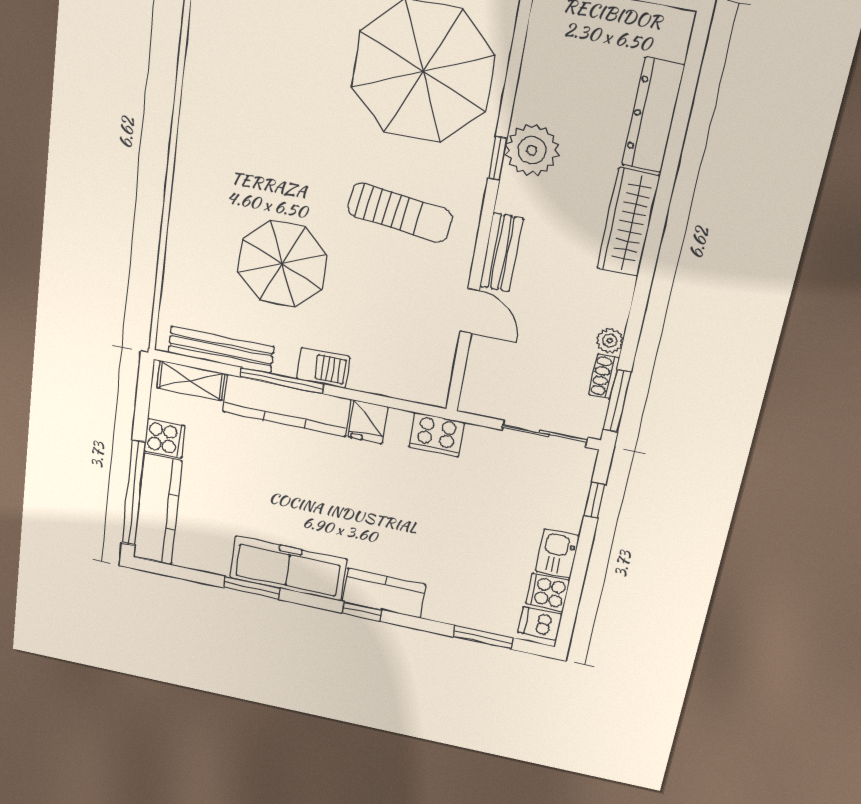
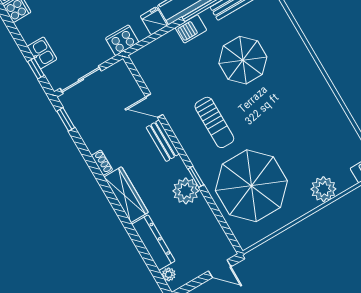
sun lounger: (400, 213) -> (214, 122), turned -97
plant: (610, 341) -> (169, 274), moved
shoe rack: (604, 376) -> (102, 163), moved
window: (617, 401) -> (66, 119), width x0.67
kitchen sink: (557, 554) -> (42, 53), moved

